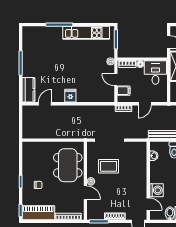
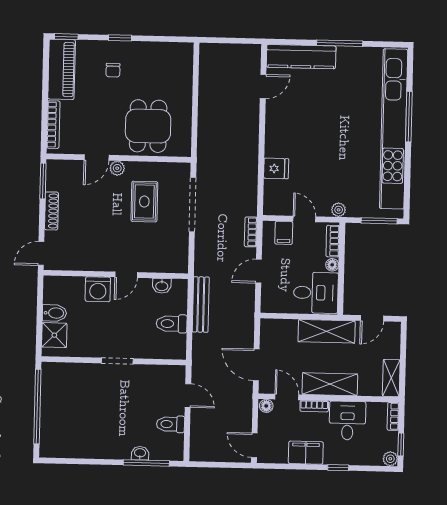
kitchen unit: (86, 33) -> (394, 129), width x1.86
door: (116, 80) -> (304, 219), hinge flipped
kitchen counter: (28, 90) -> (301, 57), width x1.50
fridge: (70, 96) -> (276, 168), moved
door: (45, 104) -> (263, 87), hinge flipped
door: (145, 104) -> (259, 271), hinge flipped
dining table: (68, 165) -> (148, 126), width x0.73
door: (148, 204) -> (126, 275), moved

